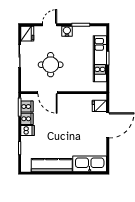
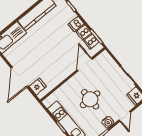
round table: (51, 65) -> (90, 99), moved
door: (47, 93) -> (85, 65), hinge flipped

